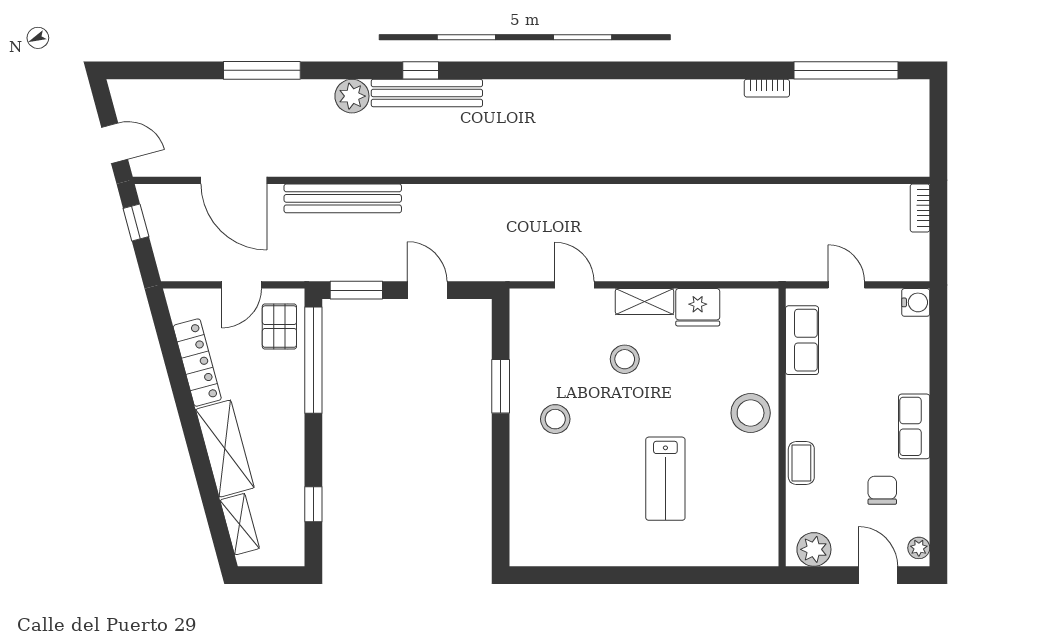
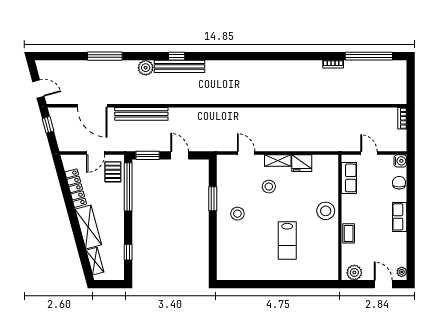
chair: (882, 490) -> (399, 183), moved

